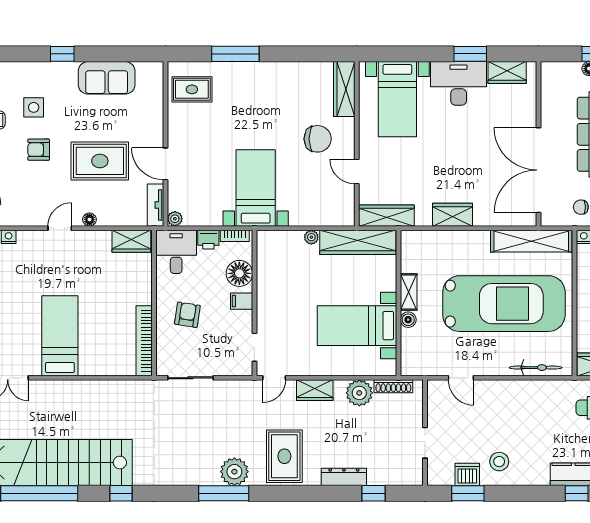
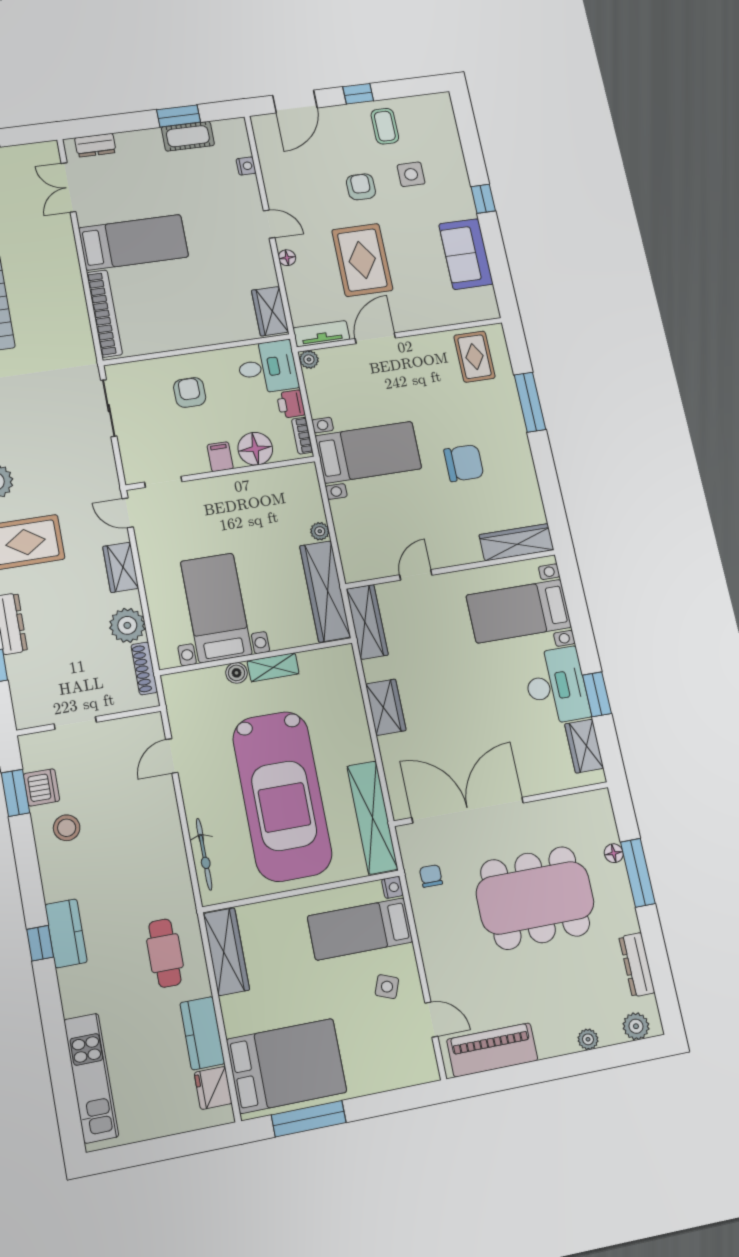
chair: (318, 139) -> (464, 463), moved, turned -90
armchair: (187, 315) -> (190, 392), turned -99
bookcase: (144, 341) -> (105, 313), moved, turned 90

